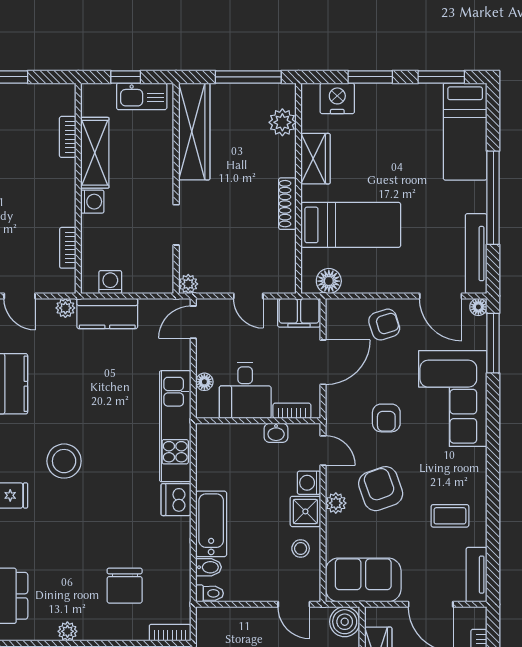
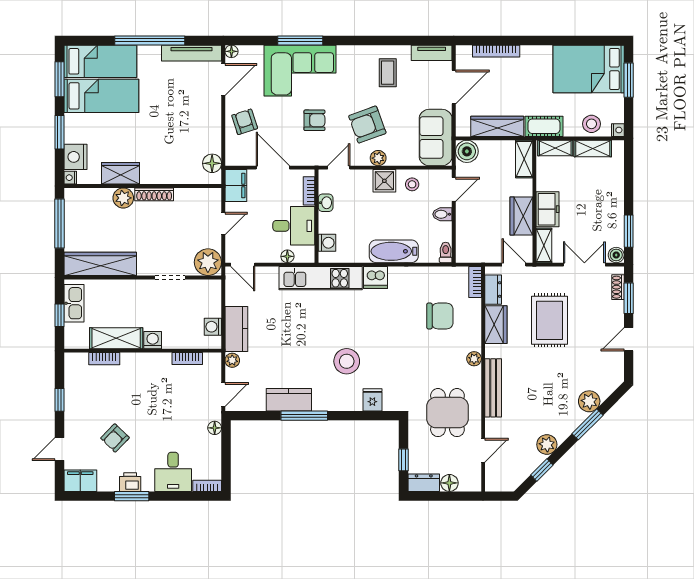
nightstand: (310, 91) -> (70, 178), added
plant: (282, 122) -> (123, 198), moved
bed: (351, 225) -> (101, 96), moved, turned 90
plant: (188, 284) -> (208, 262), width x1.87, depth x1.87
window: (493, 343) -> (300, 40), moved
washing machine: (309, 483) -> (327, 243), moved, turned -90
bidet: (209, 567) -> (442, 214), moved, turned -90

